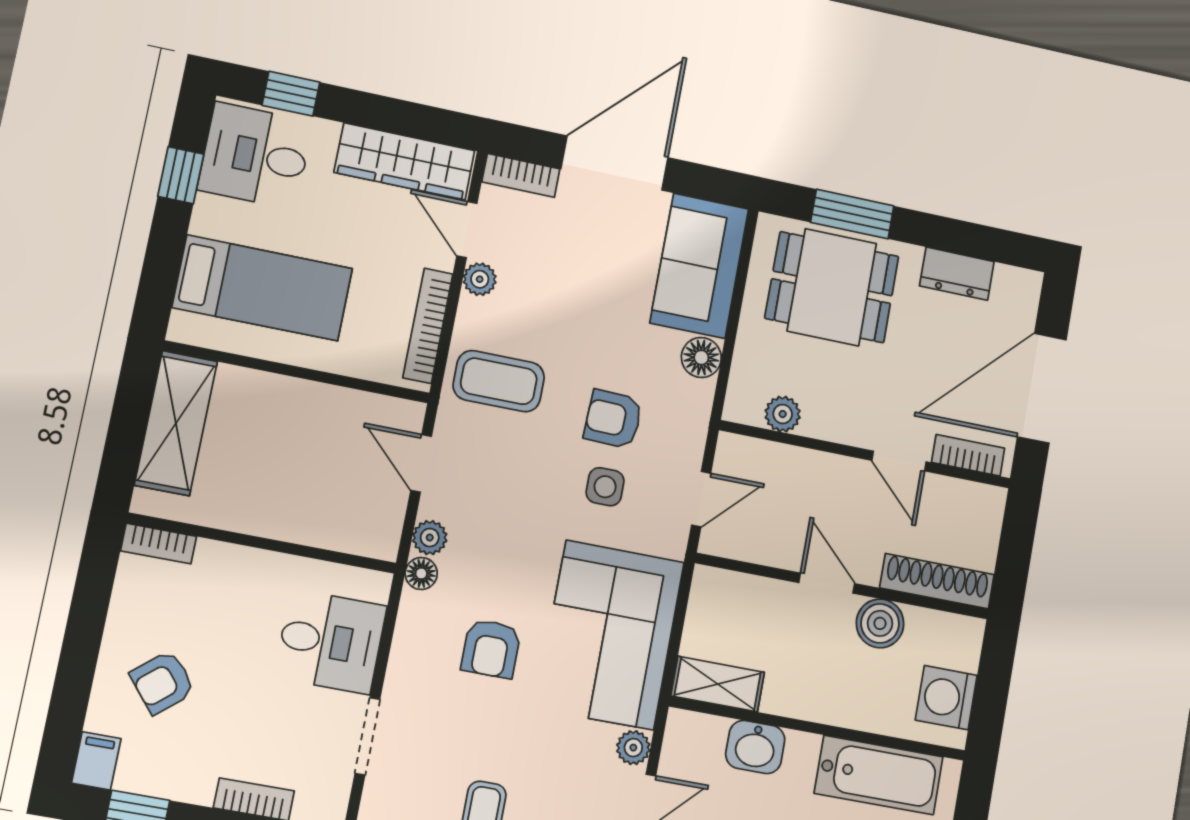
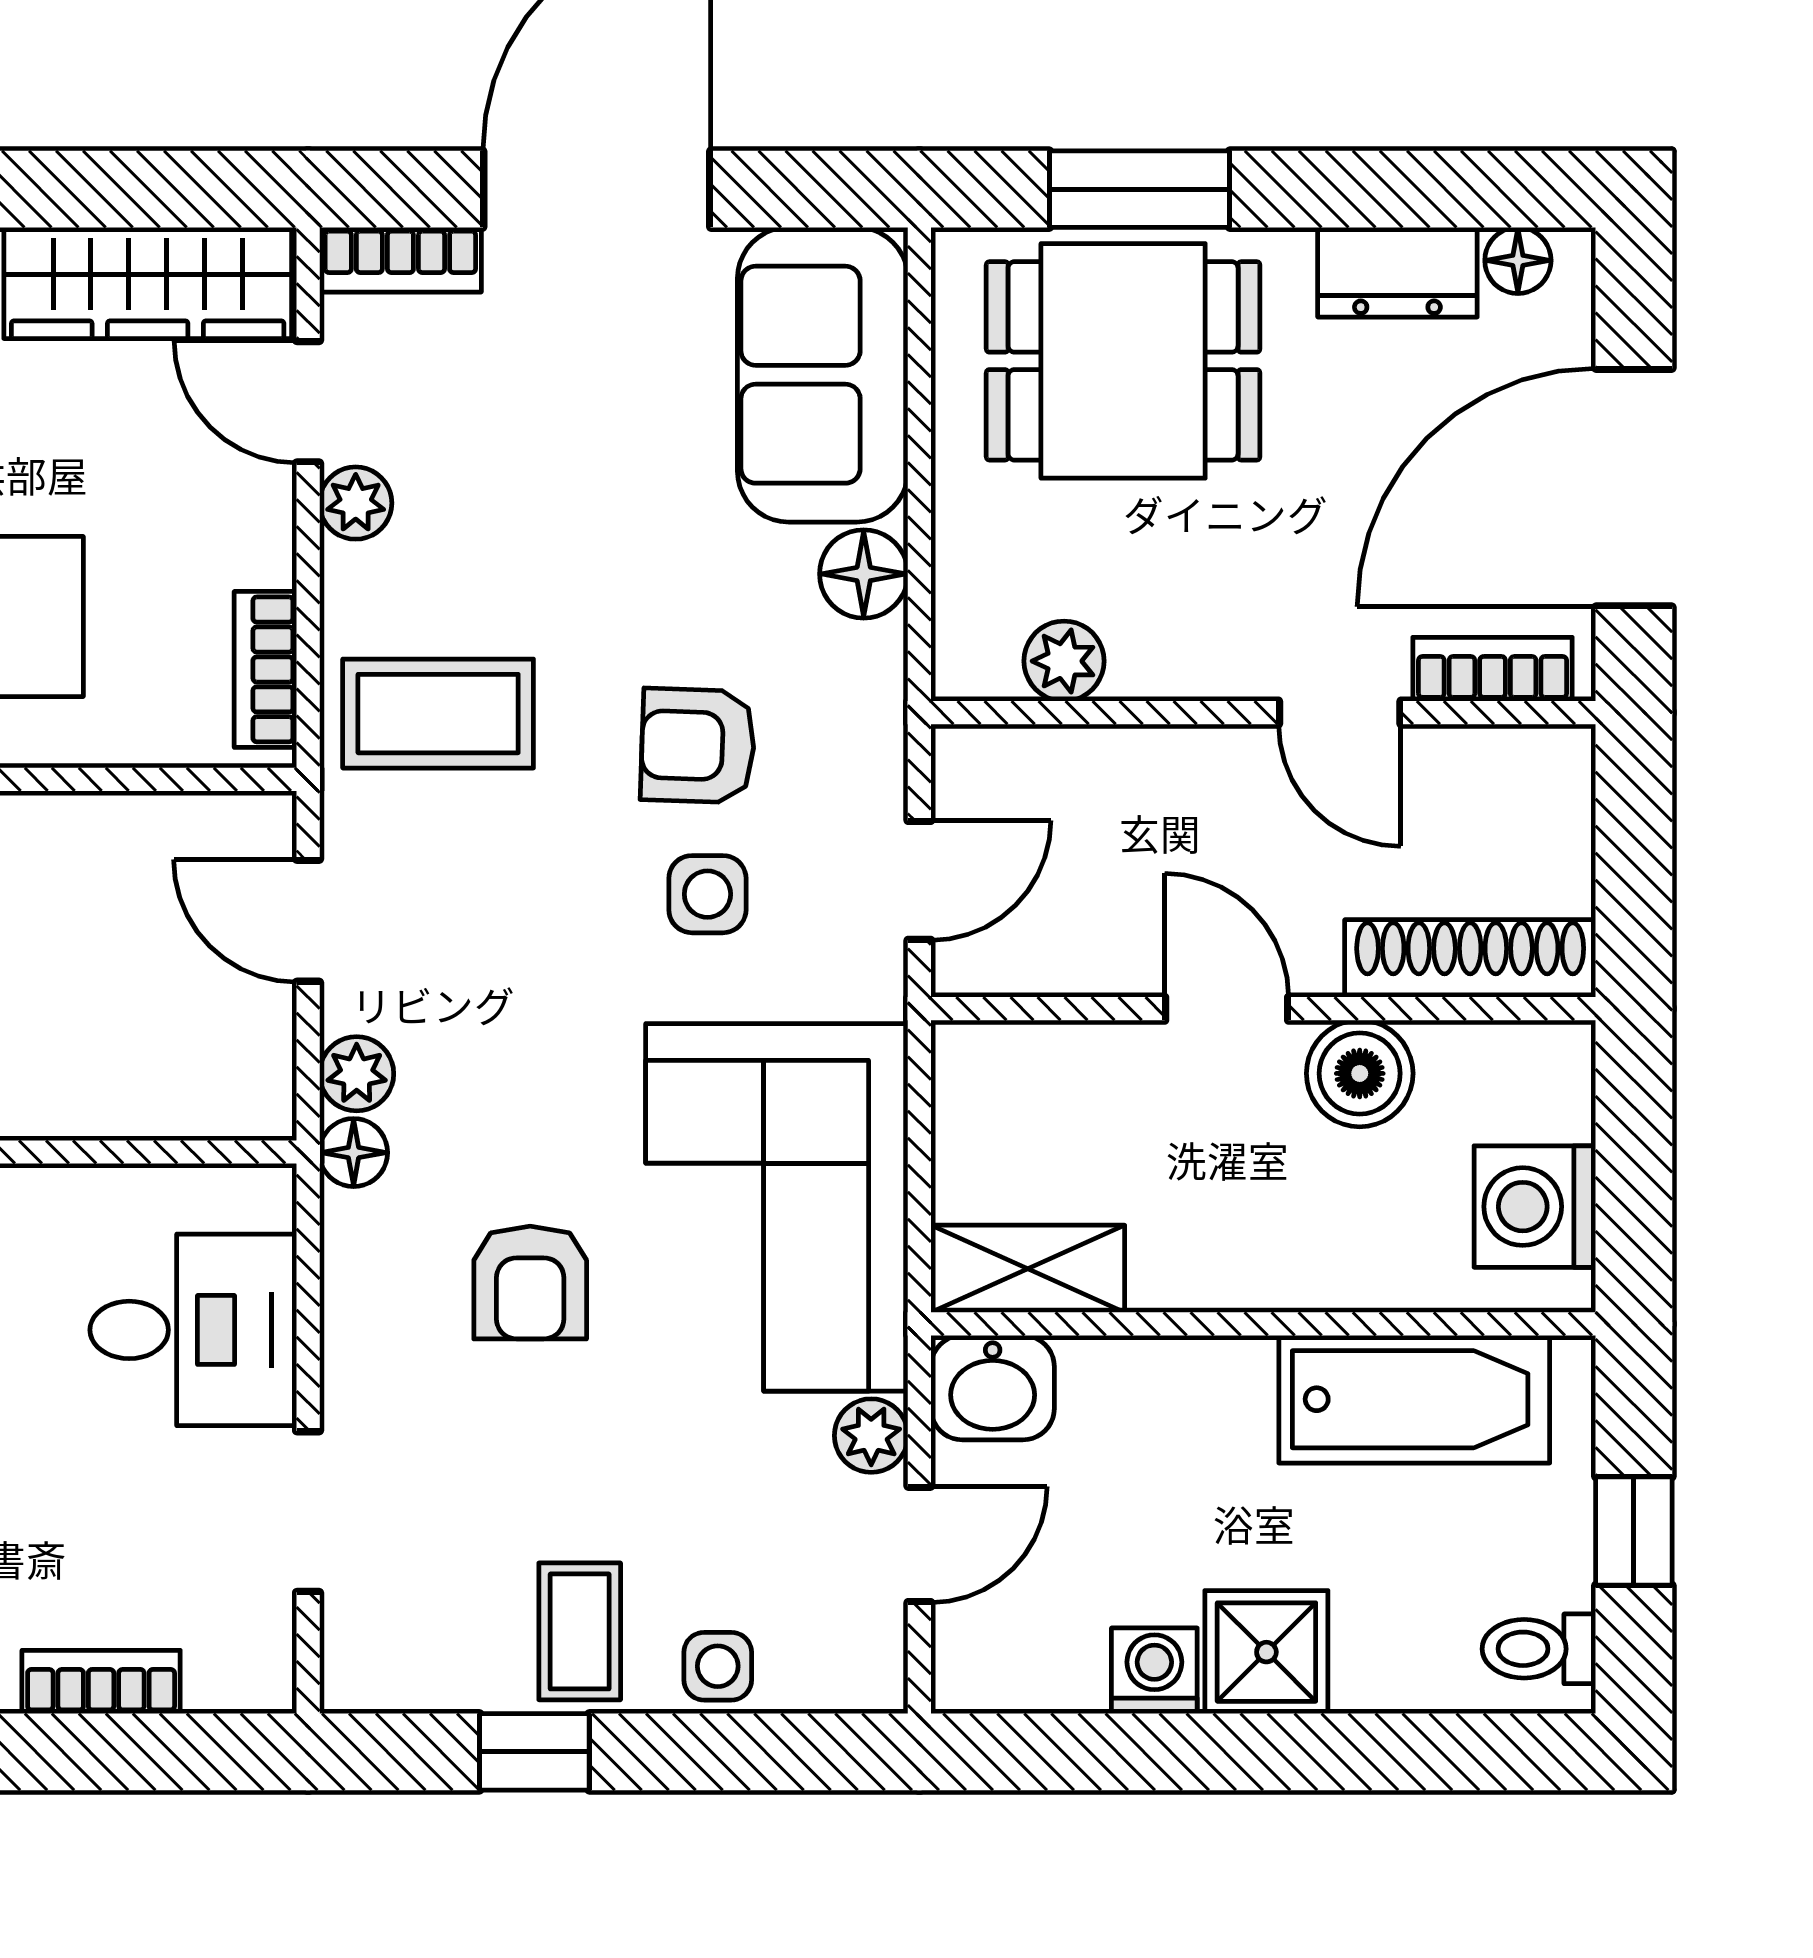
floor lamp: (1009, 279) -> (1518, 260), added
bookcase: (428, 326) -> (265, 669), width x0.64
washbasin: (755, 747) -> (993, 1388), moved

